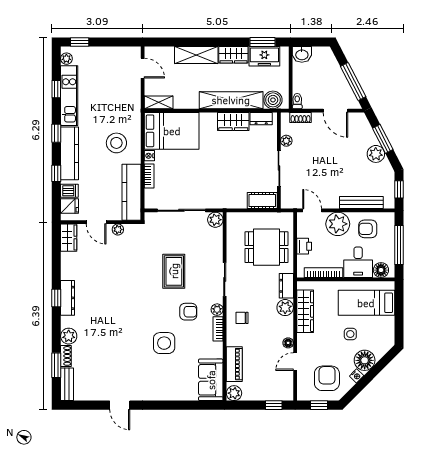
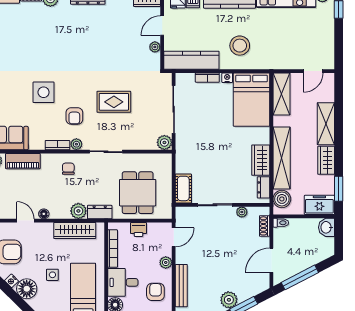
freezer: (264, 56) -> (319, 205), moved, turned 90
shelving: (159, 102) -> (282, 94), width x1.50, depth x1.33
plant: (338, 224) -> (166, 262), width x0.53, depth x0.53

